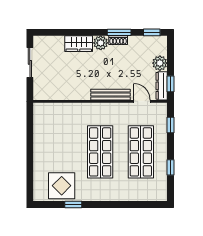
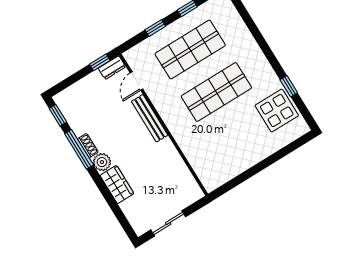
window: (119, 32) -> (79, 149), width x1.44
plant: (160, 63) -> (85, 87), removed
dresser: (162, 86) -> (112, 68), width x0.70
window: (171, 125) -> (155, 28), moved

